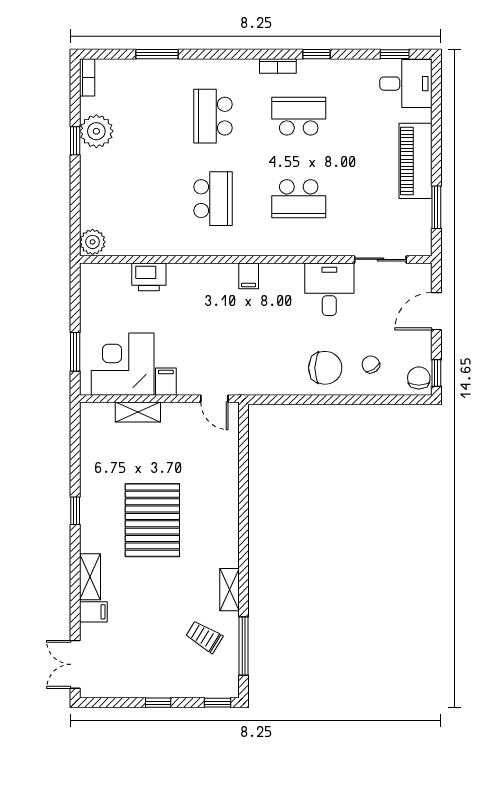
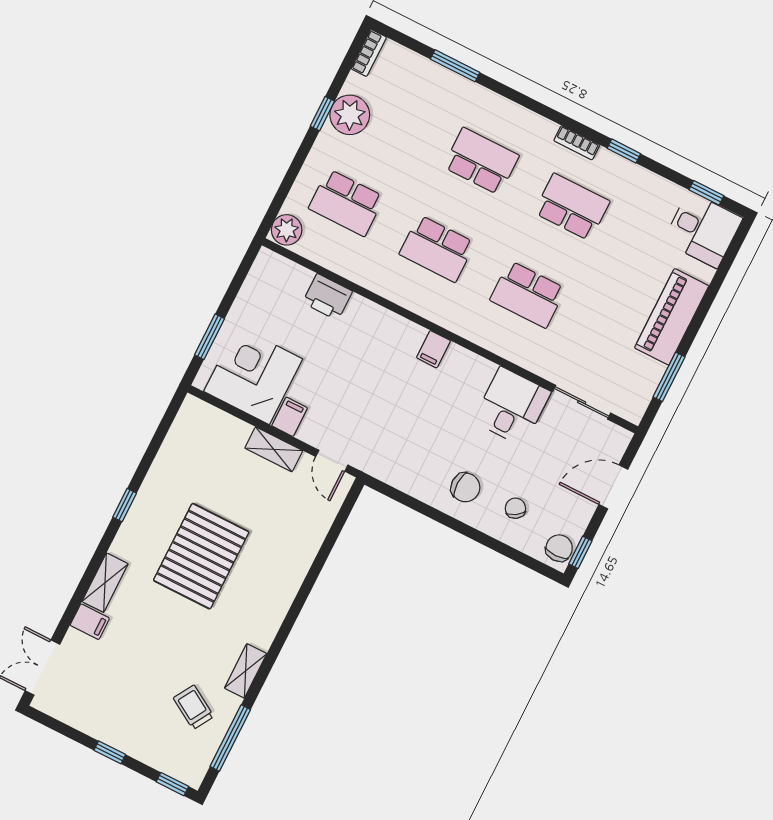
school desk: (213, 116) -> (481, 161), turned 90
school desk: (127, 199) -> (346, 203), added
school desk: (213, 199) -> (437, 248), turned 90
chair: (325, 368) -> (465, 487), width x0.73, depth x0.73
shelving: (138, 412) -> (274, 449), moved

